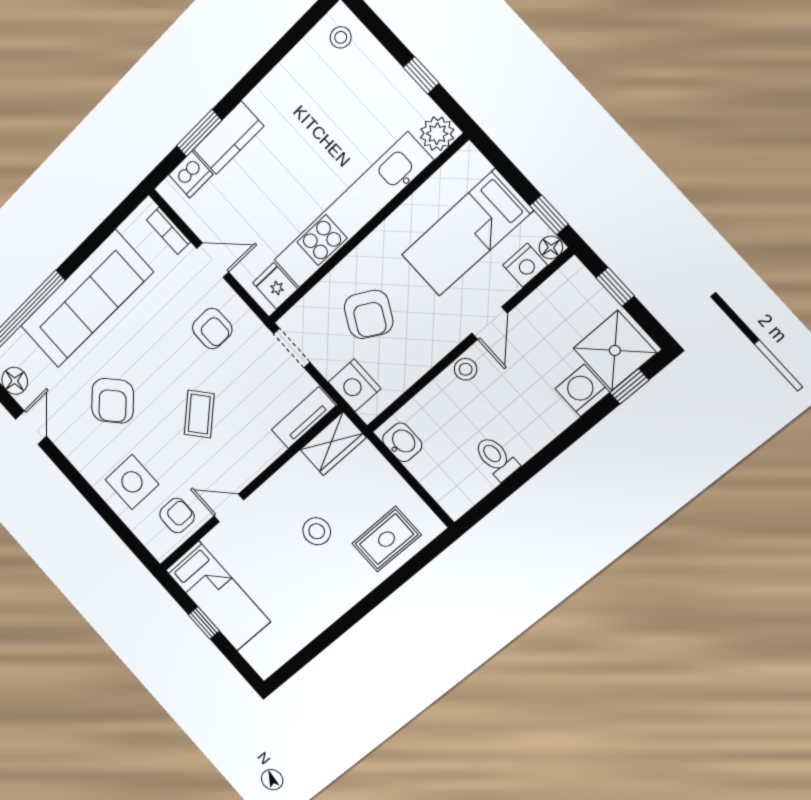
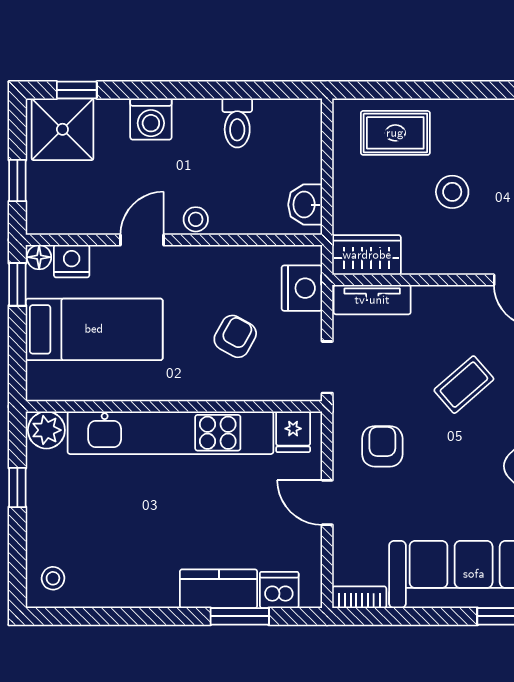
bookcase: (168, 231) -> (359, 597), moved, turned -90
armchair: (369, 314) -> (235, 336), width x0.72, depth x0.72
washing machine: (582, 390) -> (151, 119), moved

